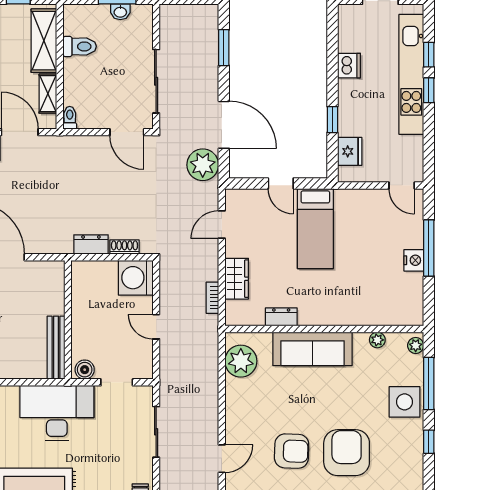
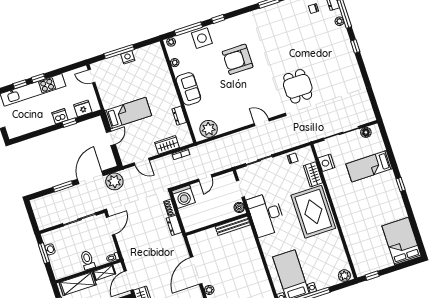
toilet: (80, 46) -> (87, 260), moved
window: (224, 48) -> (63, 186), moved
dishwasher: (349, 66) -> (60, 116), moved
door: (402, 185) -> (92, 76), swing flipped
sofa: (312, 349) -> (188, 89), width x0.73
armchair: (292, 451) -> (246, 88), removed

